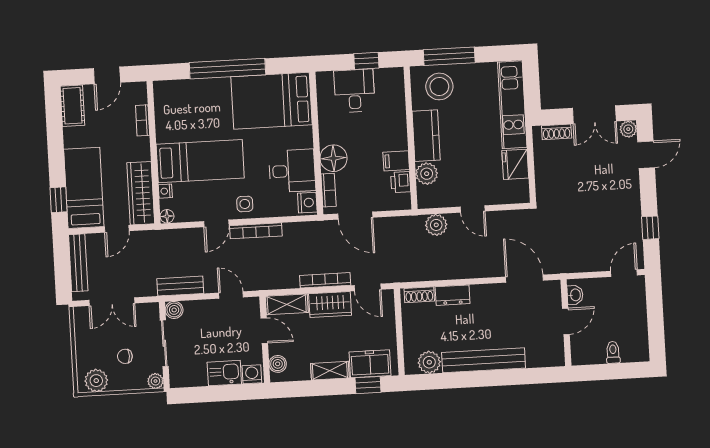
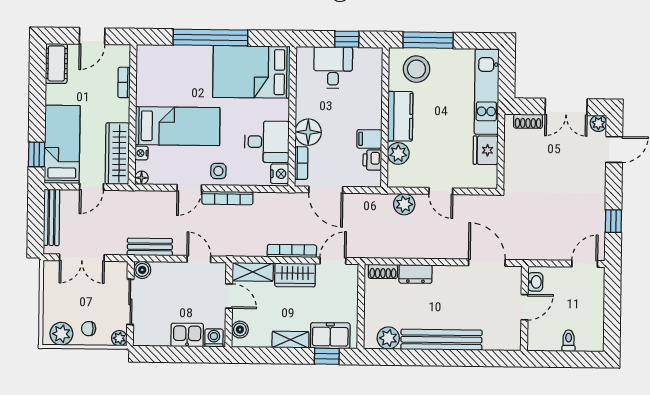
door: (368, 287) -> (333, 261), swing flipped
chair: (125, 356) -> (89, 329), moved

